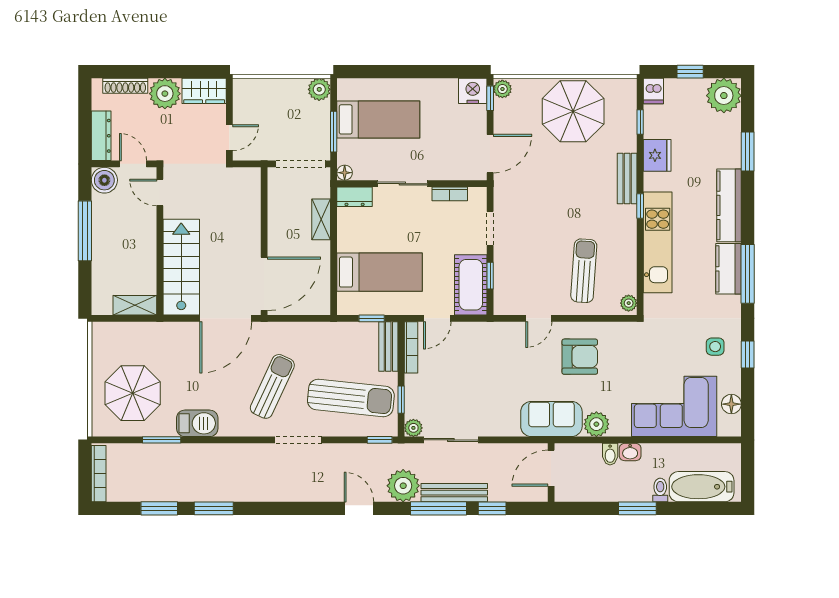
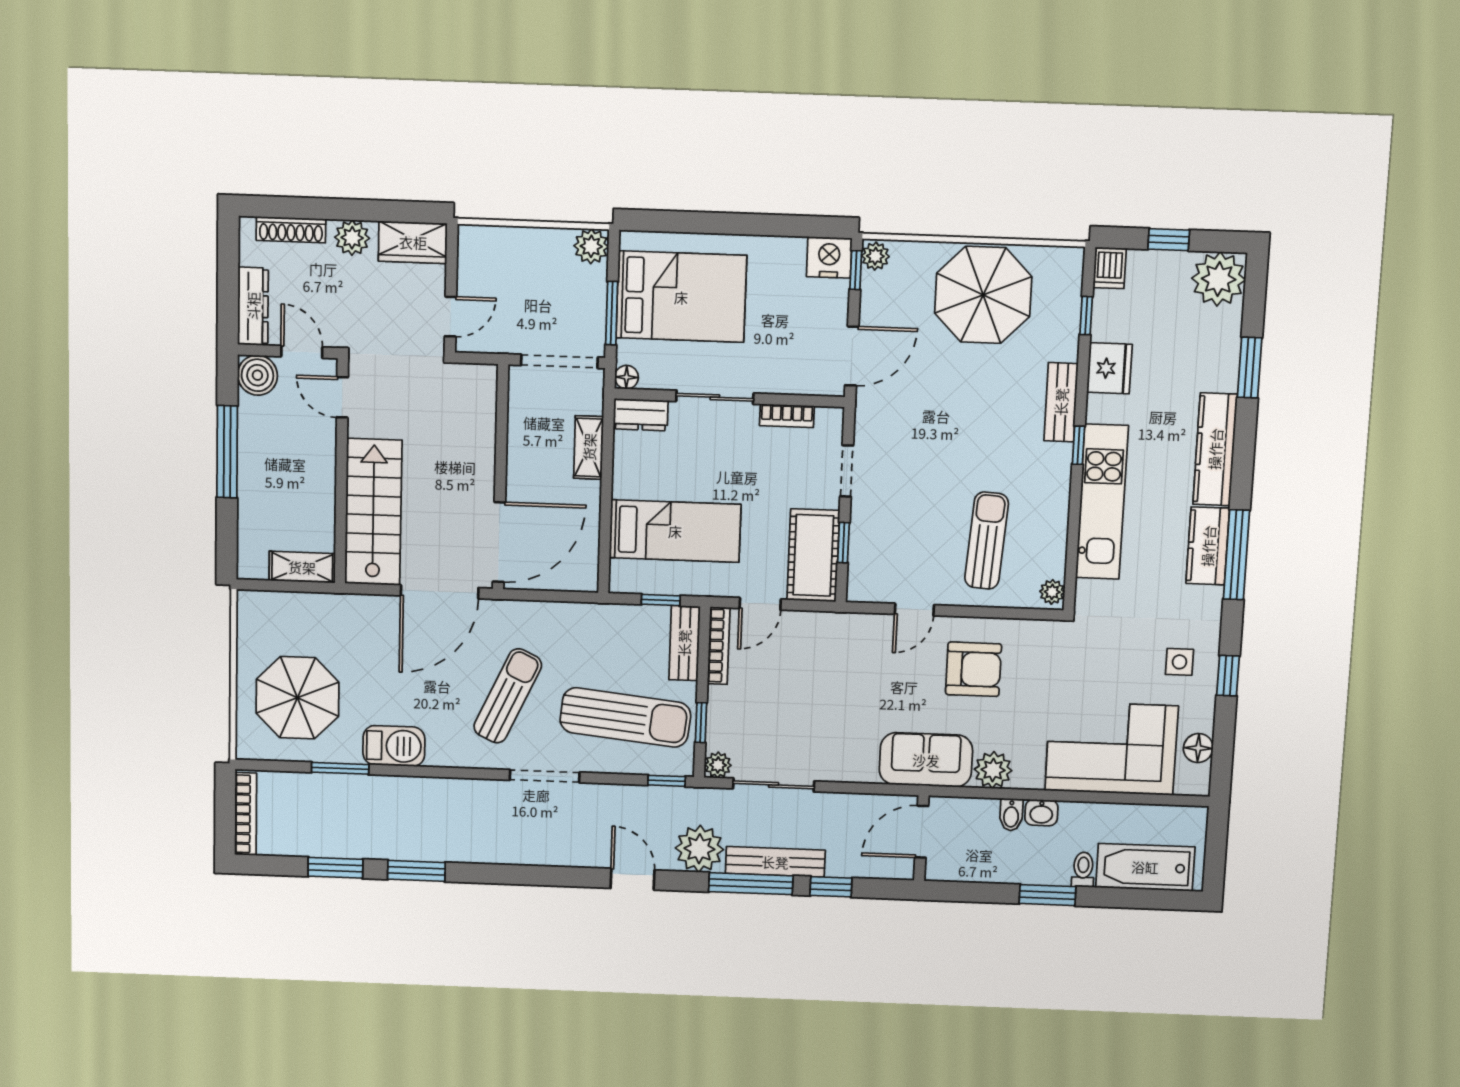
plant: (165, 94) -> (352, 238), width x0.73, depth x0.73
bed: (378, 119) -> (681, 297), width x1.50

